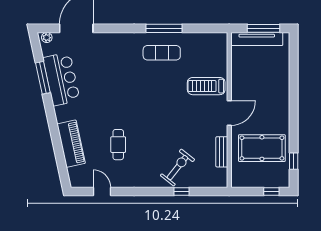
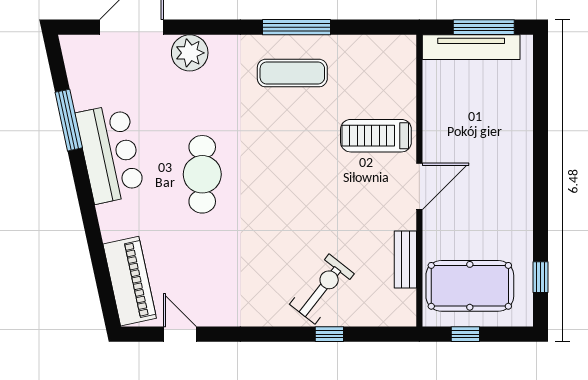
plant: (47, 38) -> (190, 53), moved, width x1.88, depth x1.88
bar counter: (61, 79) -> (110, 153), moved
piano: (71, 144) -> (130, 281), moved
cafe table: (118, 145) -> (202, 174), moved, width x1.37, depth x1.35
pool table: (262, 148) -> (470, 286), moved
window: (271, 192) -> (465, 334), moved

